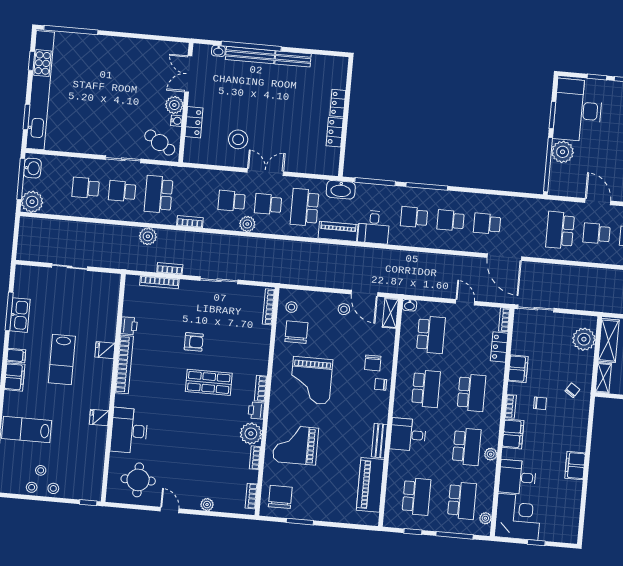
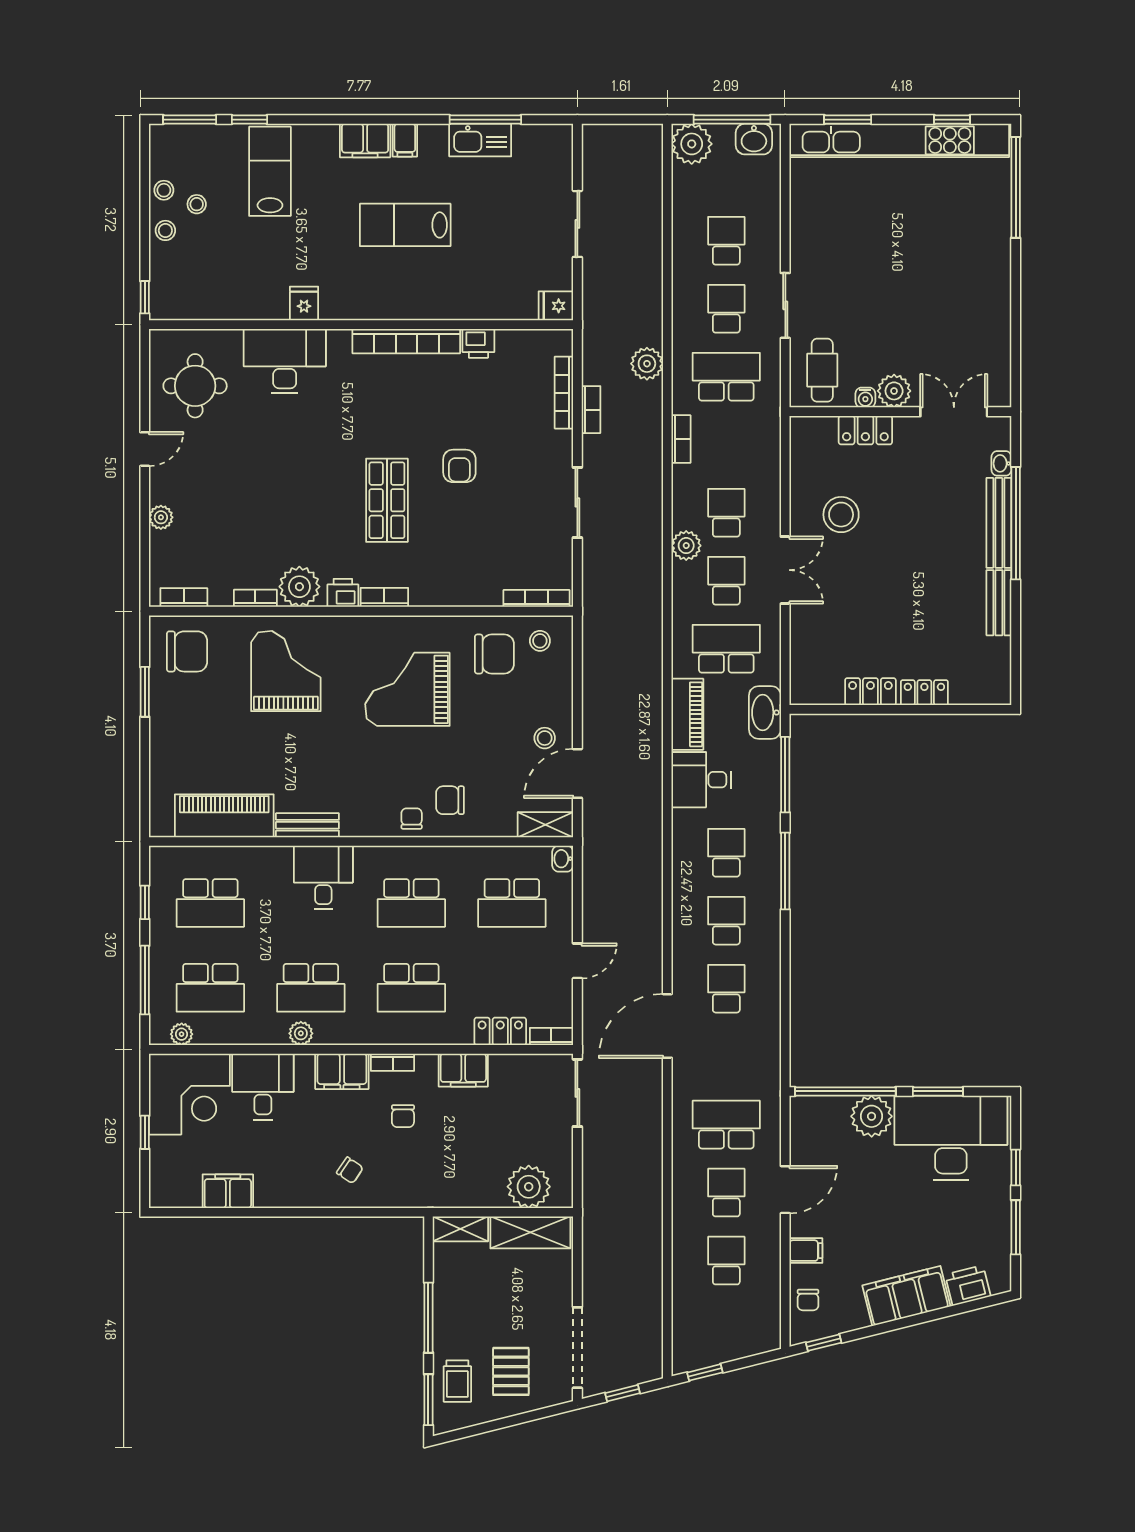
cafe table: (160, 143) -> (822, 370), turned -32
fridge: (105, 350) -> (556, 306), moved, turned -90
chair: (572, 390) -> (350, 1170), moved
filing cabinet: (575, 466) -> (228, 1191), moved

